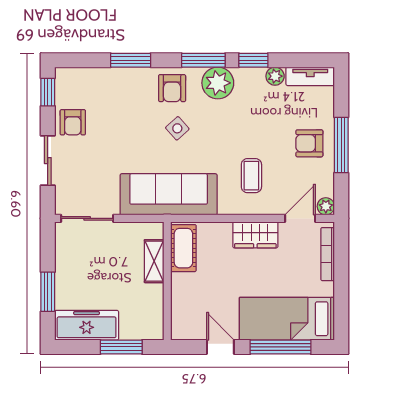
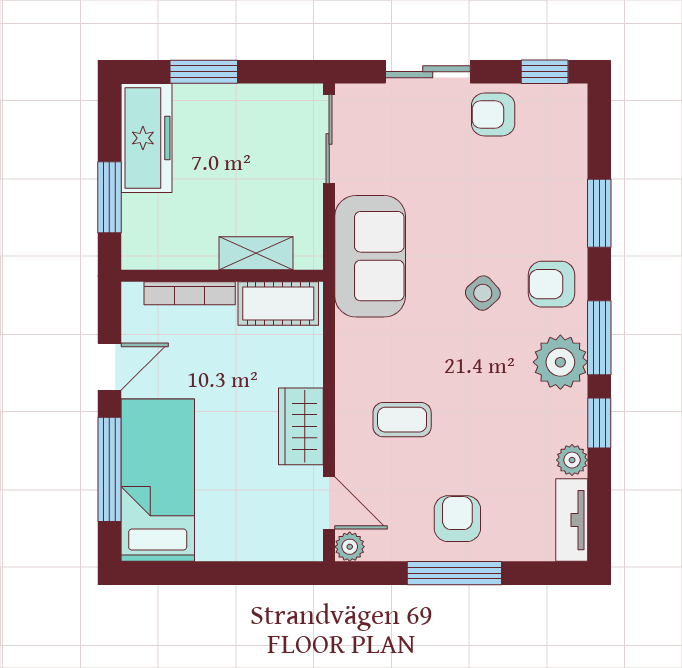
sofa: (169, 194) -> (370, 256), width x0.73
bookcase: (328, 254) -> (190, 293), moved, turned 180

